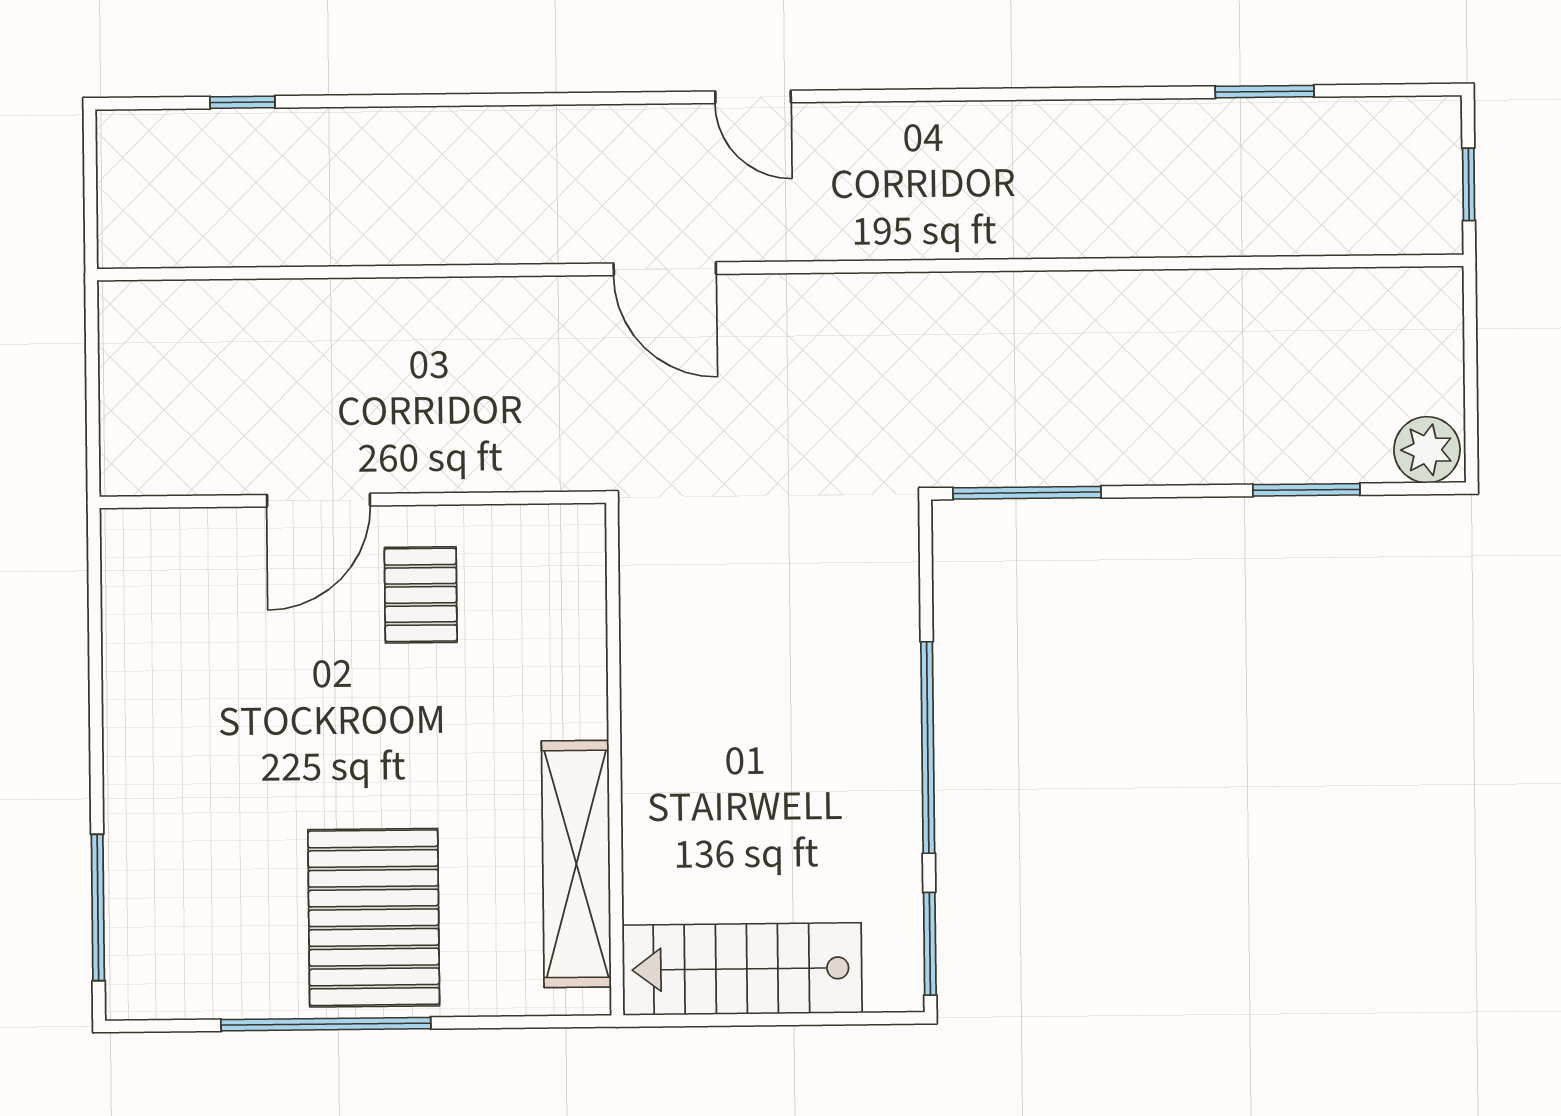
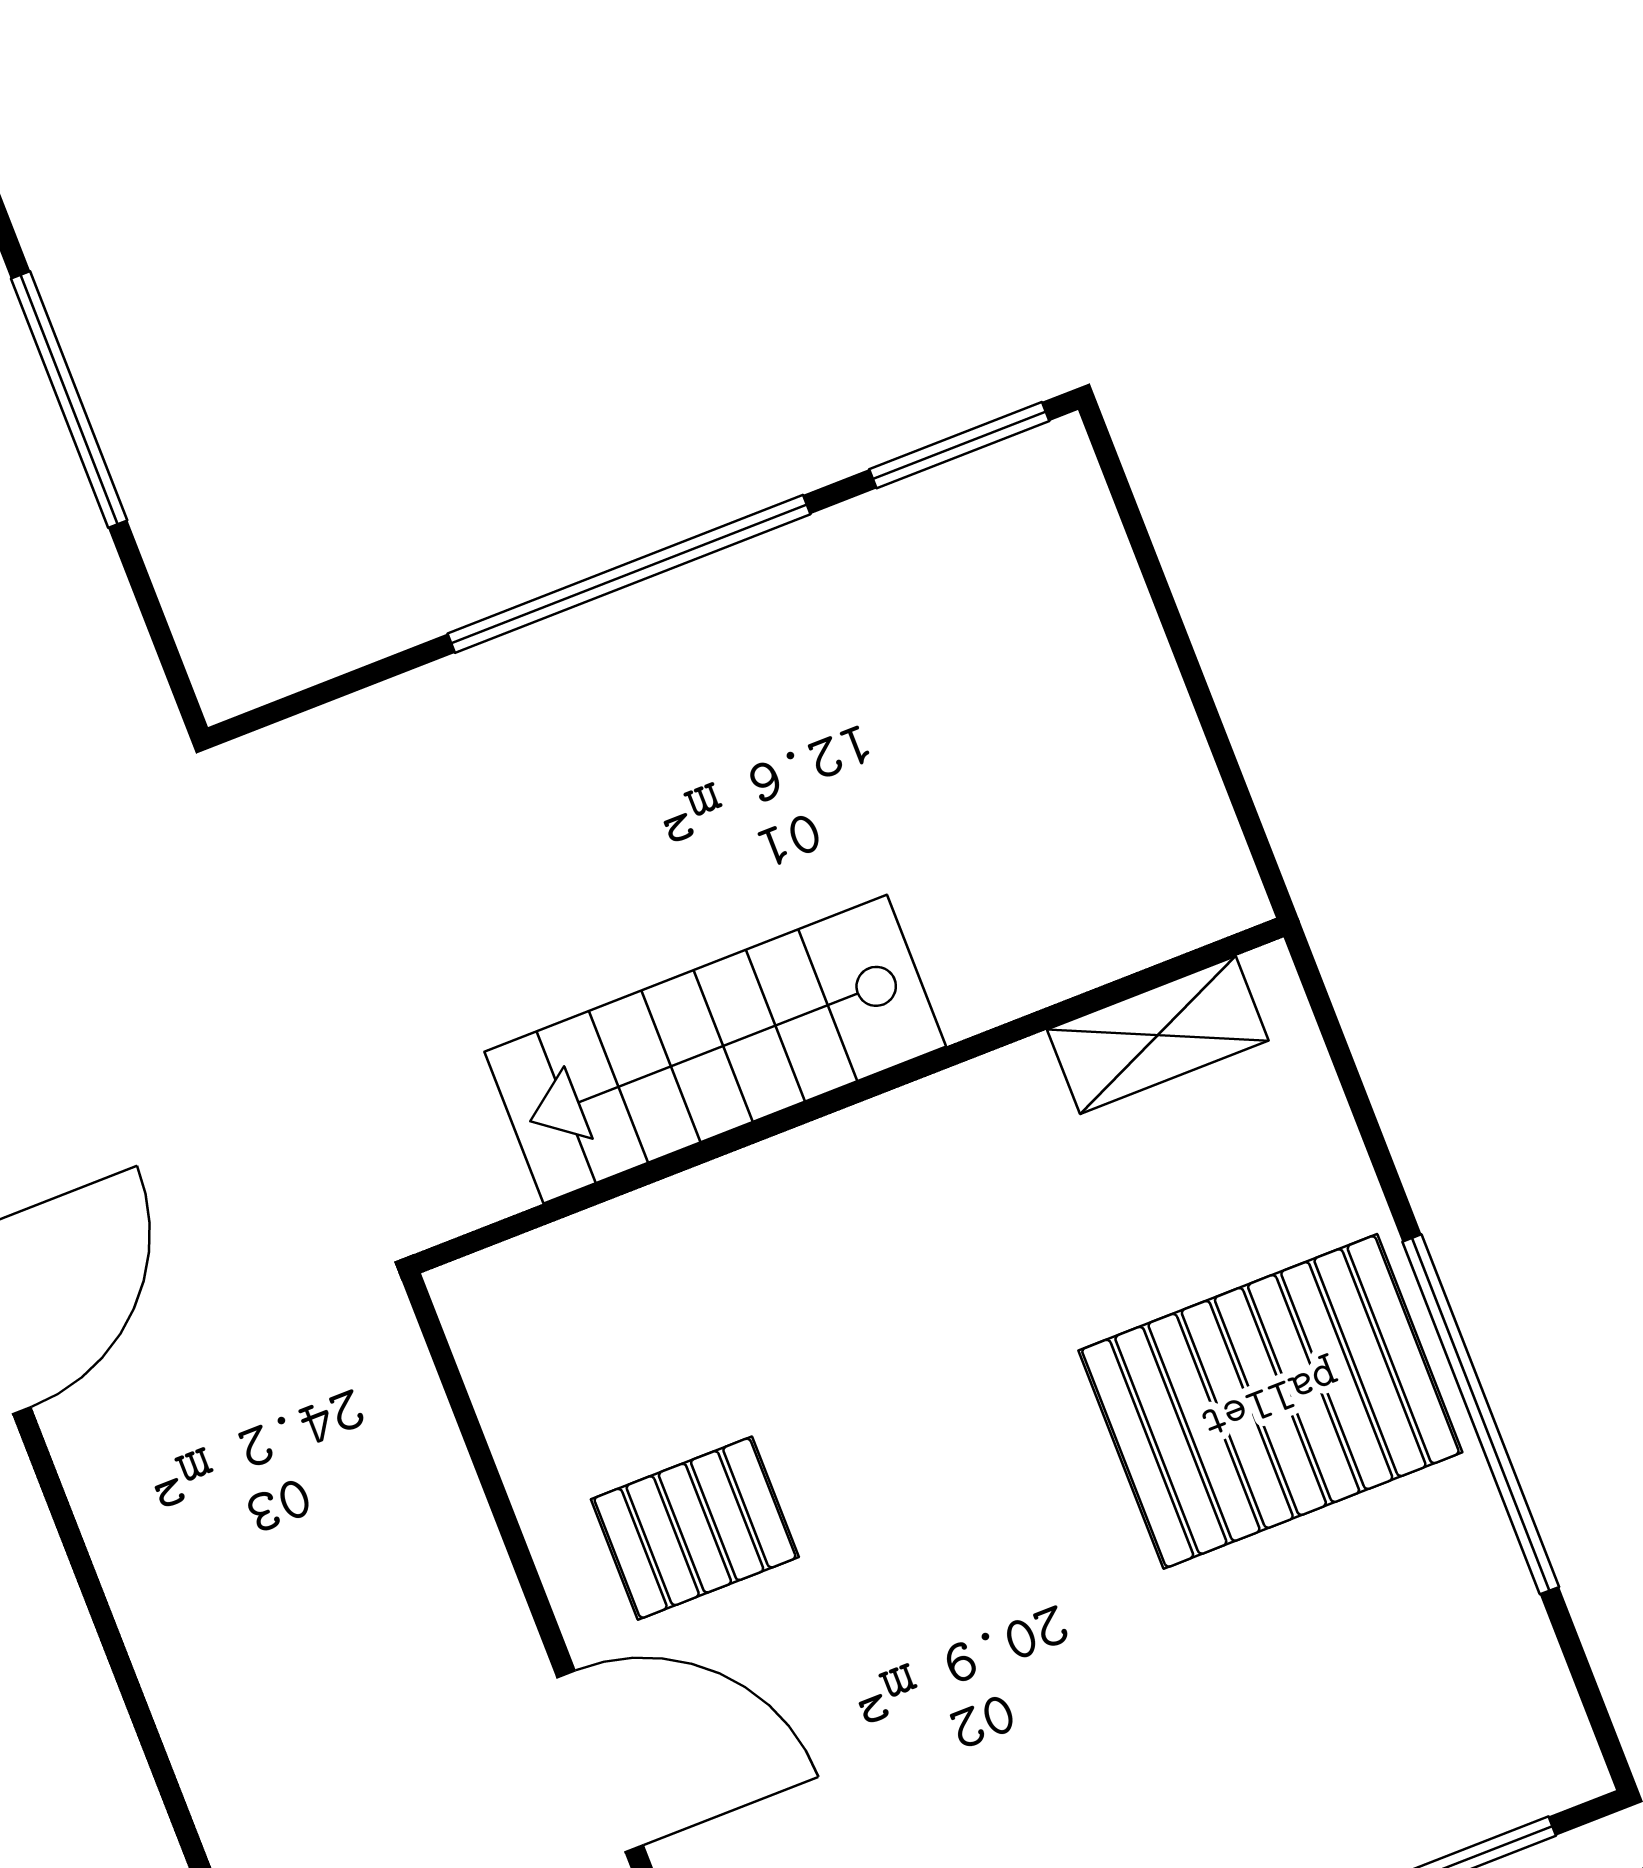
window: (1027, 493) -> (69, 399), moved
shelving: (576, 864) -> (1158, 1035), width x0.45, depth x0.75
stairs: (742, 969) -> (715, 1049), moved, turned 90

